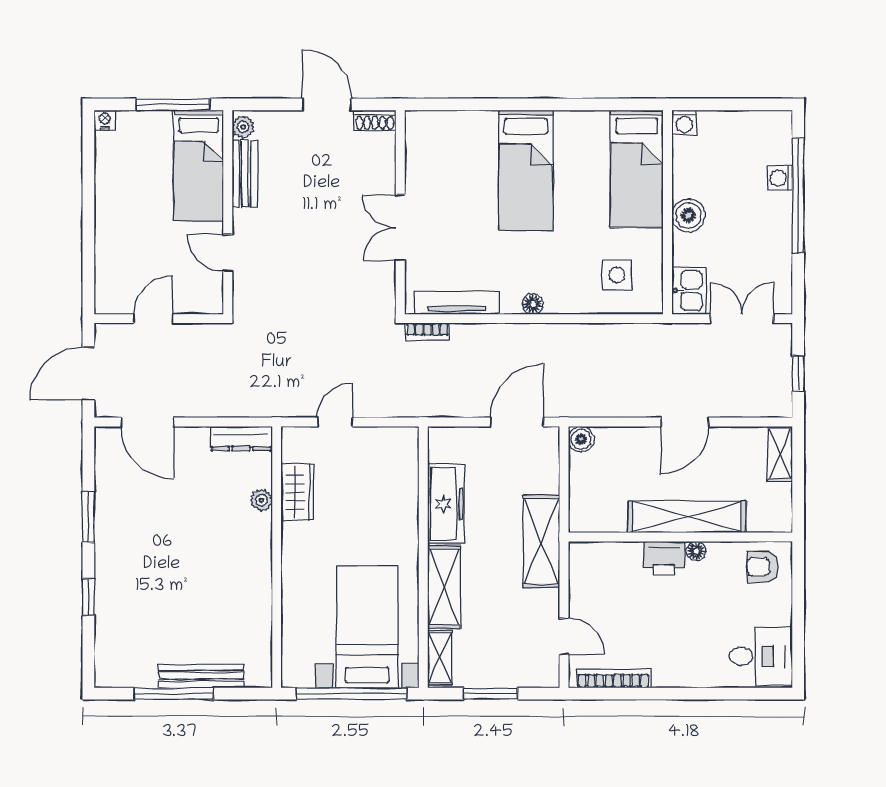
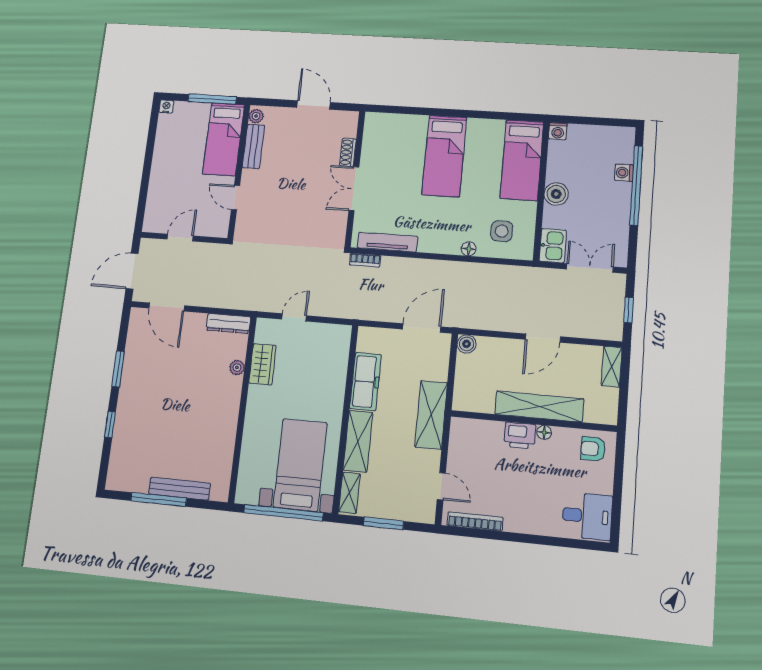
shoe rack: (375, 120) -> (348, 152), moved, turned 90
floor lamp: (533, 304) -> (469, 249), moved

